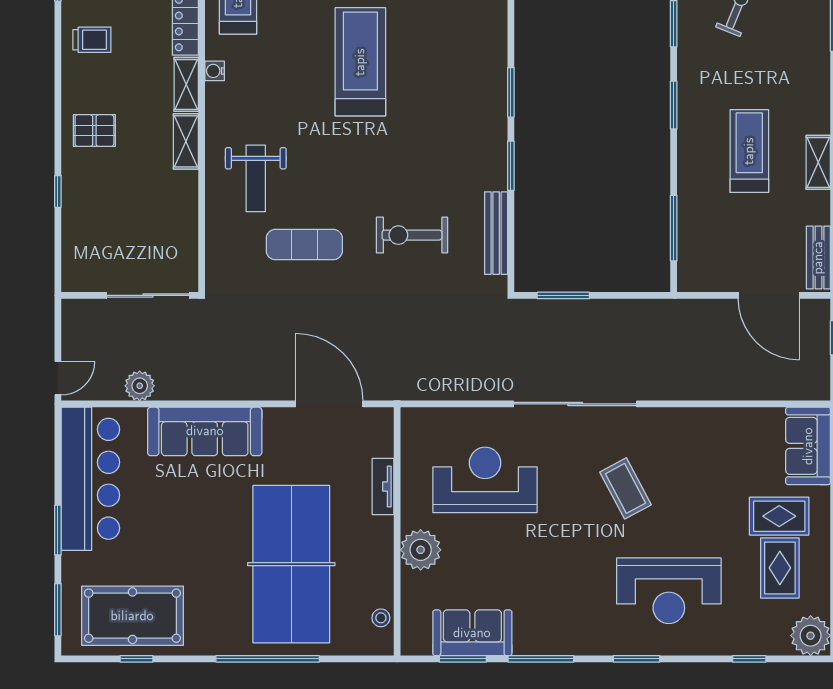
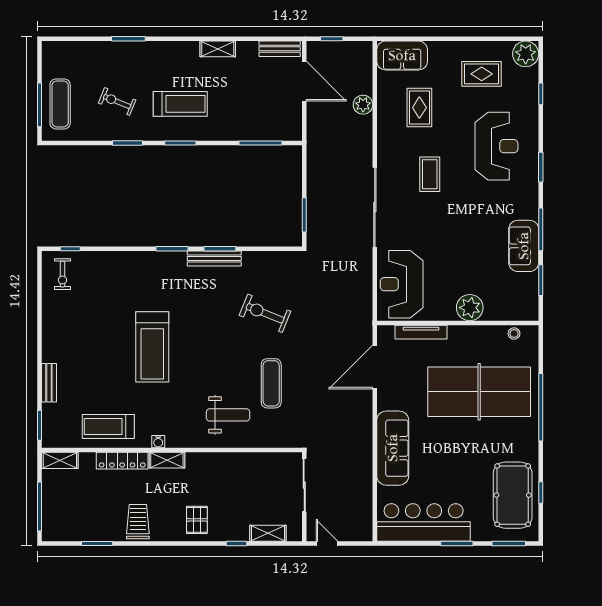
trolley: (92, 40) -> (138, 522), width x1.36, depth x1.39
treadmill: (360, 62) -> (152, 347), turned -90
shelving: (186, 141) -> (268, 533), moved
treadmill: (749, 151) -> (180, 104), moved, turned 180
bench: (496, 233) -> (214, 259), moved
exercise bike: (412, 235) -> (265, 313), turned 112
door: (769, 295) -> (304, 81), hinge flipped
door: (58, 378) -> (327, 544), moved
plant: (140, 386) -> (363, 105), moved
reception desk: (485, 480) -> (402, 284), moved
tv unit: (383, 487) -> (421, 332), width x1.41
coffee table: (626, 488) -> (430, 174), turned -62
rug: (779, 516) -> (419, 108), moved
sofa: (472, 633) -> (524, 246), moved

